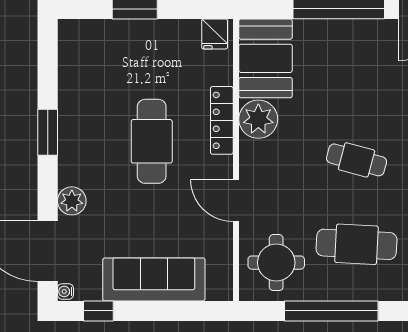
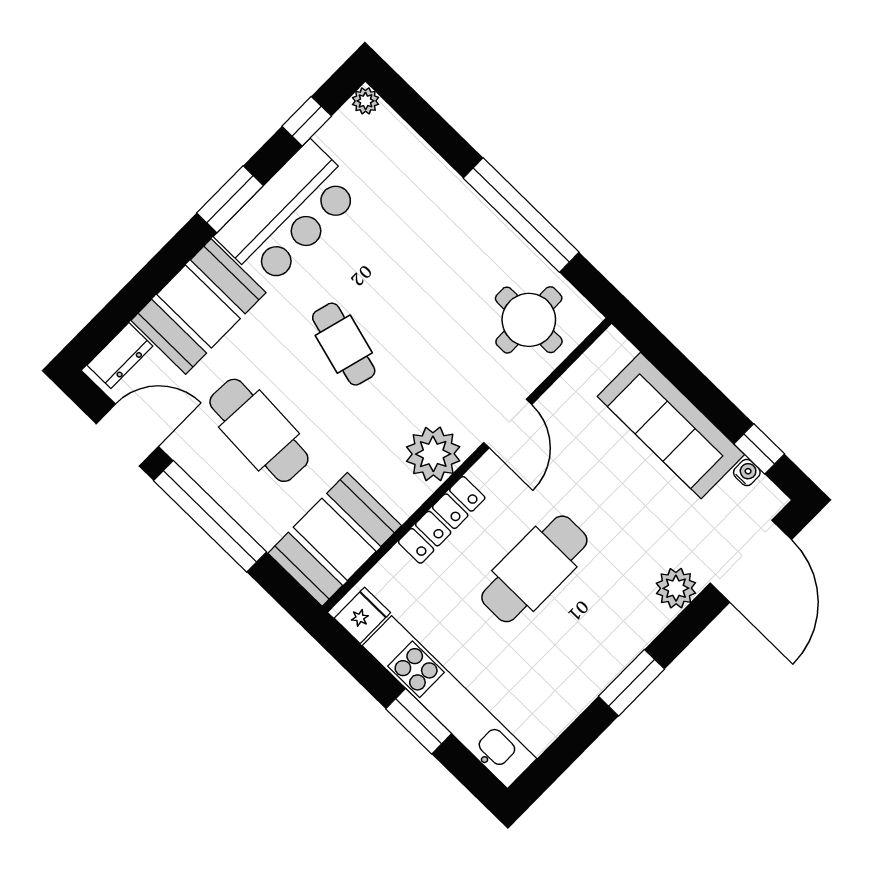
kitchen unit: (129, 33) -> (450, 702), added
plant: (258, 119) -> (433, 454), moved
cafe table: (357, 244) -> (259, 430), moved
water cooler: (65, 291) -> (747, 472), moved, turned -90

